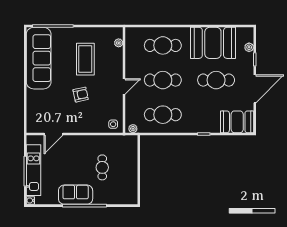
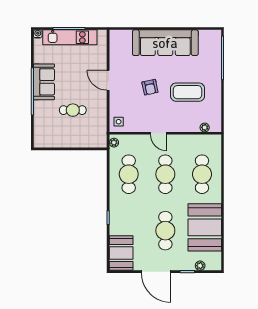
sofa: (39, 58) -> (165, 43), moved
door: (53, 134) -> (108, 80), moved

